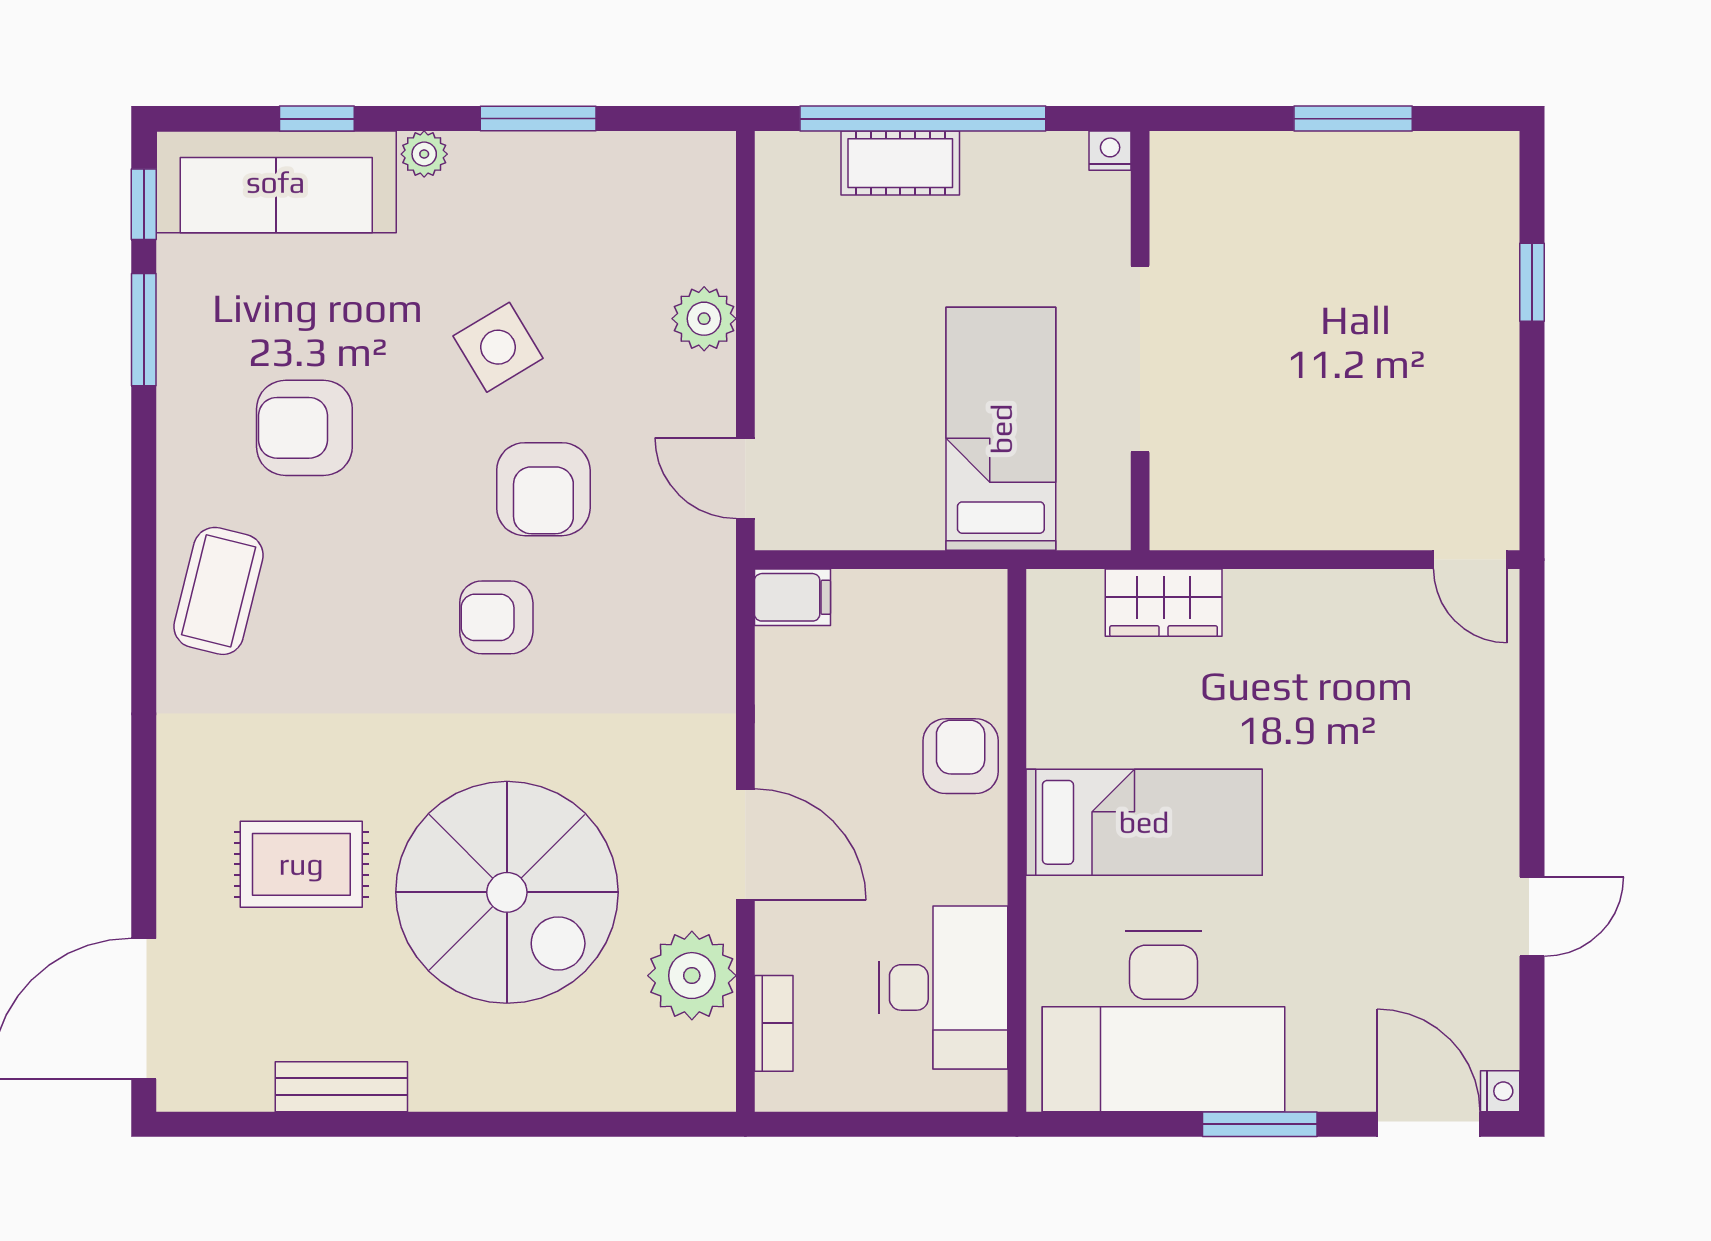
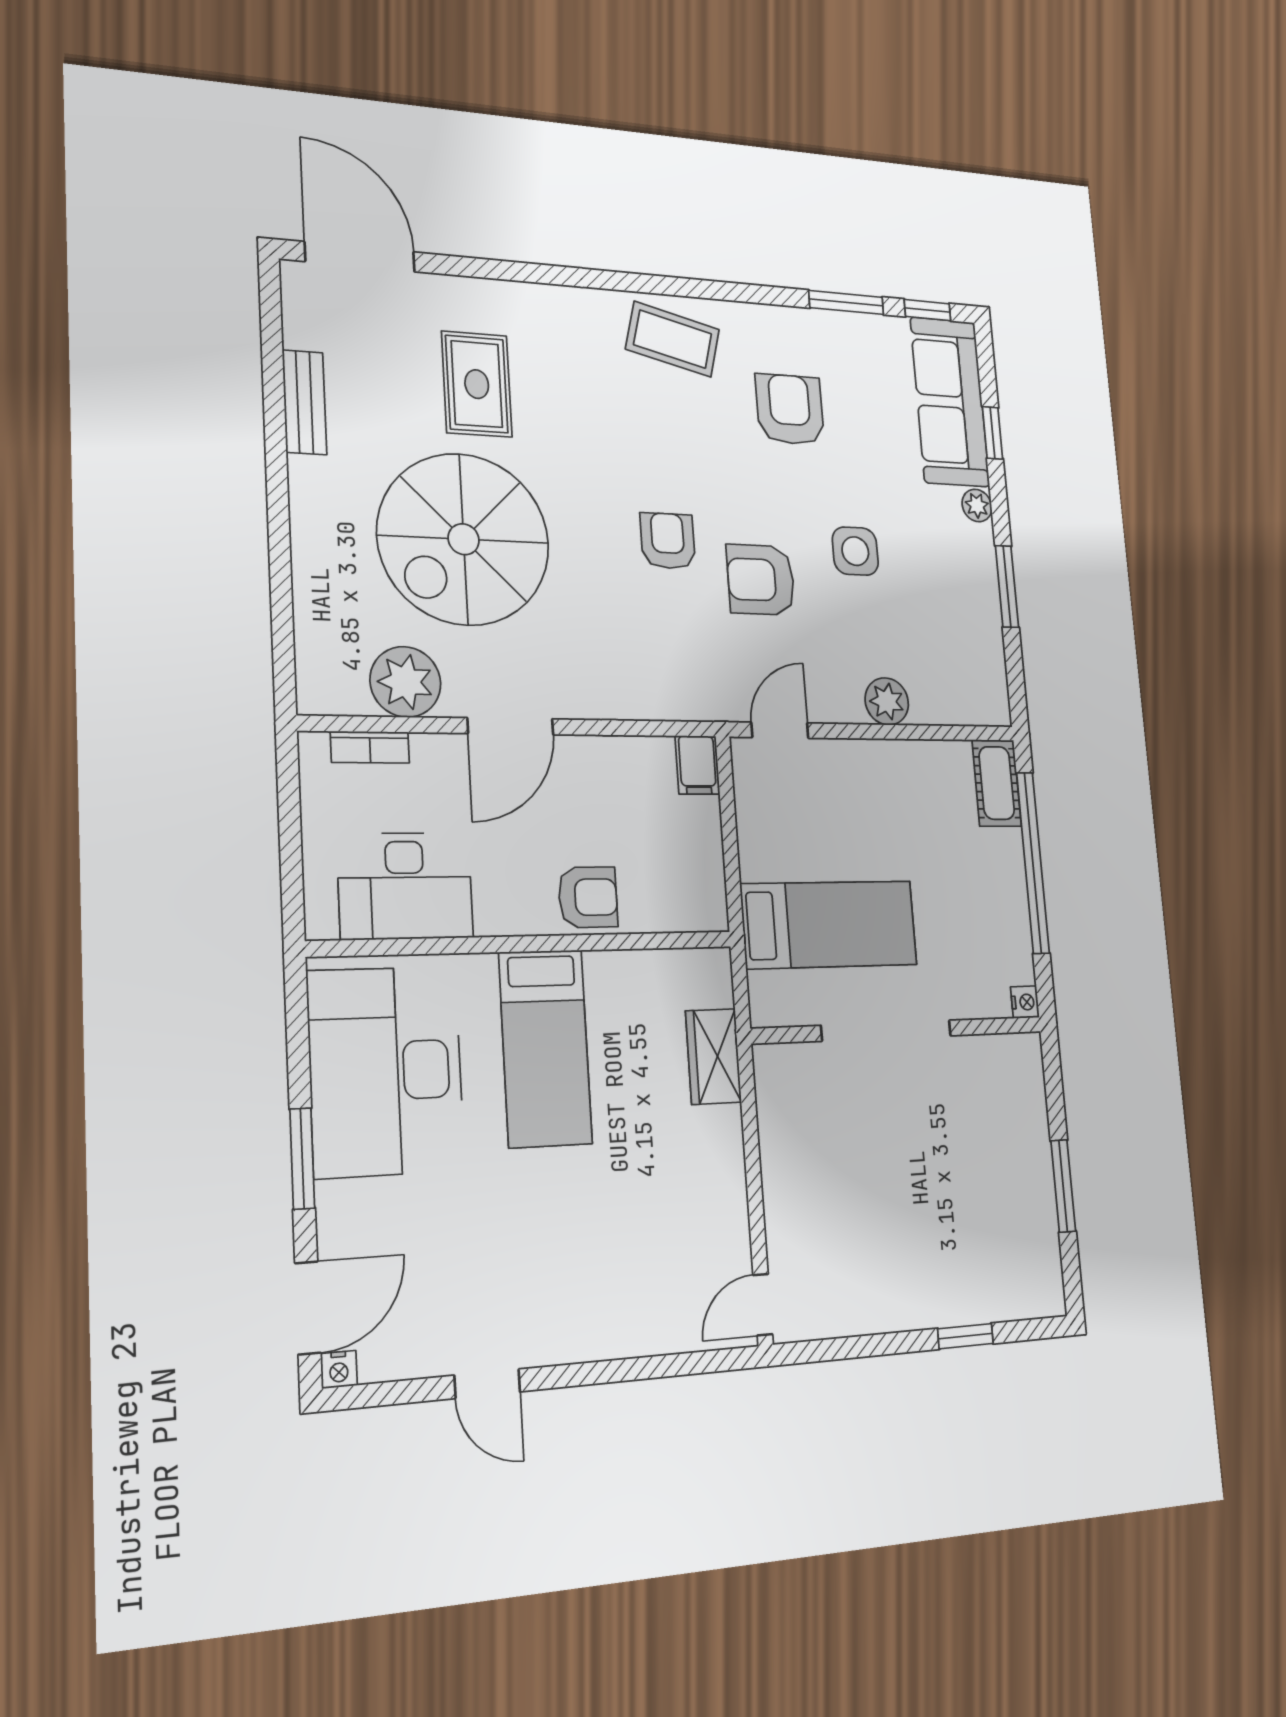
cot: (900, 163) -> (997, 783), moved
side table: (498, 347) -> (855, 551), turned 31

